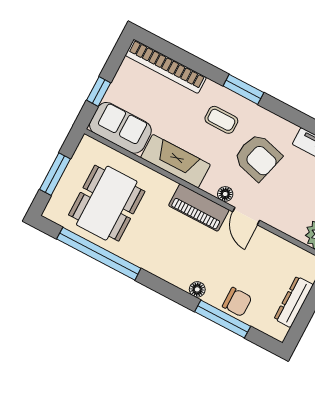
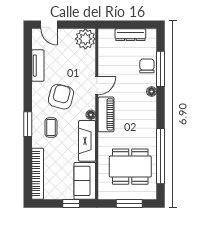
floor lamp: (225, 194) -> (91, 115), moved

